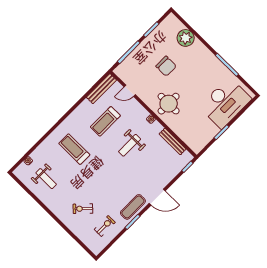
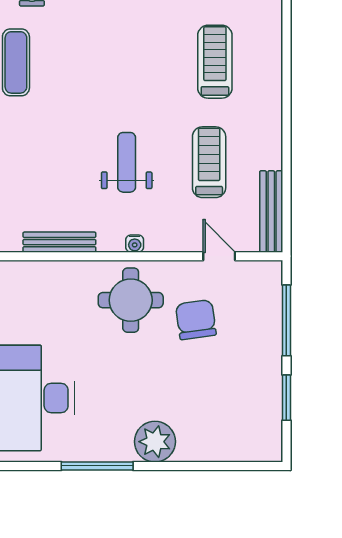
plant: (186, 38) -> (155, 442), moved
chair: (166, 66) -> (196, 320), moved, turned 82
door: (130, 91) -> (219, 256), hinge flipped
treadmill: (74, 149) -> (215, 62), turned -90

